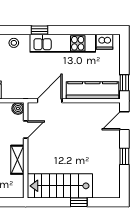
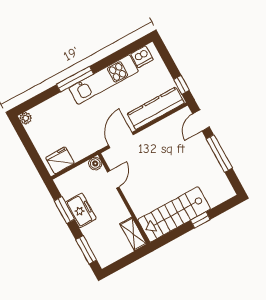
window: (39, 30) -> (75, 79), width x2.17
stool: (14, 43) -> (58, 104), removed
window: (124, 156) -> (219, 154), width x2.17
shelving: (17, 160) -> (133, 234), moved

